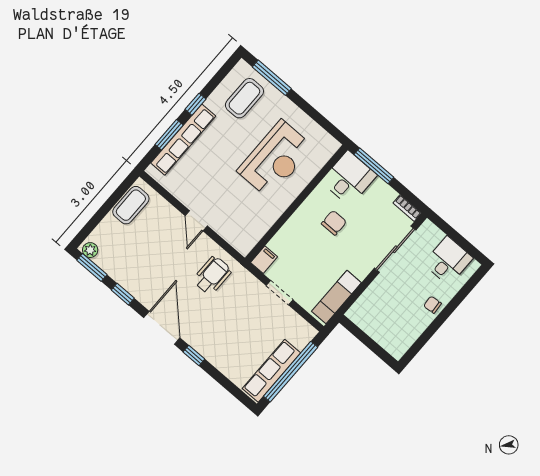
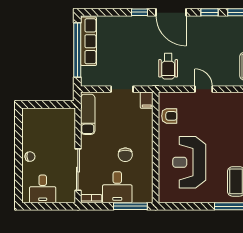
desk: (349, 178) -> (117, 187), moved
armchair: (255, 224) -> (169, 116), added

